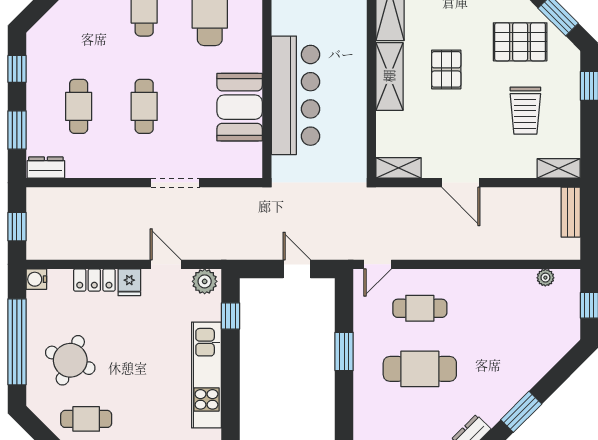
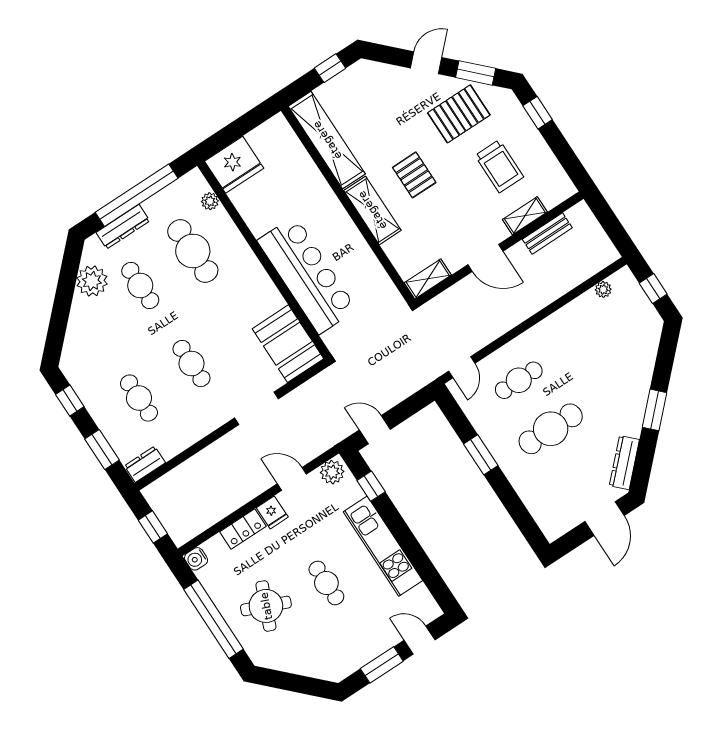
booth: (240, 107) -> (288, 344), moved
shelving: (559, 168) -> (525, 216), moved
bench: (571, 212) -> (547, 233), moved, turned 90
door: (297, 269) -> (375, 430), moved
cafe table: (86, 419) -> (326, 583), moved, turned 90

